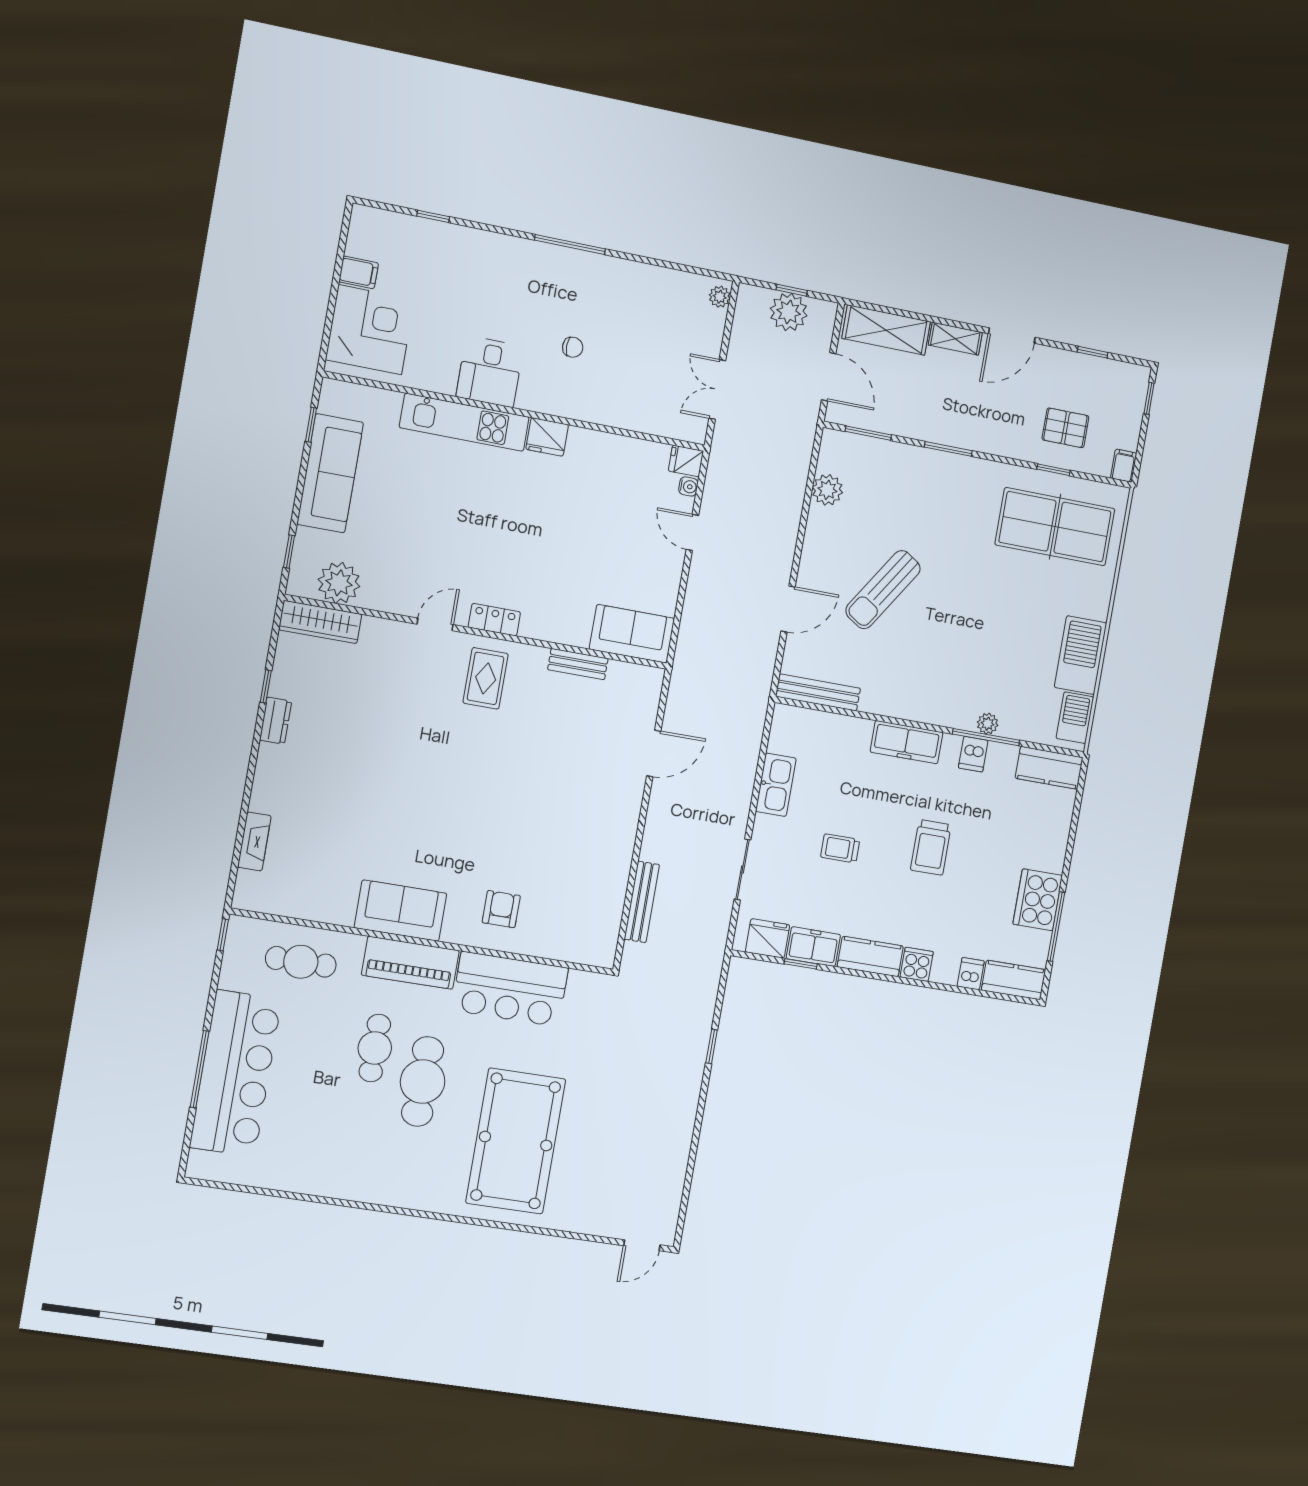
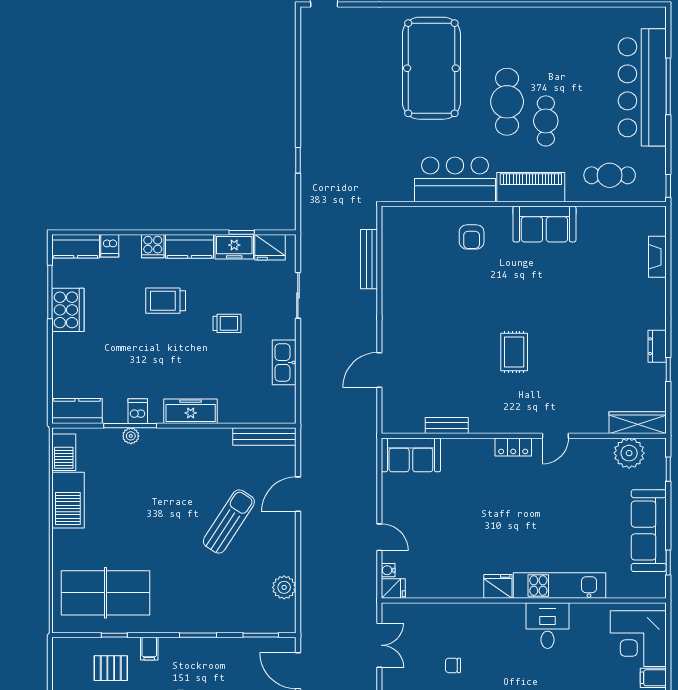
chair: (573, 347) -> (453, 665), moved
filing cabinet: (1124, 466) -> (149, 649), moved
rug: (486, 678) -> (514, 352), moved
trolley: (931, 847) -> (166, 301), moved, turned -90

